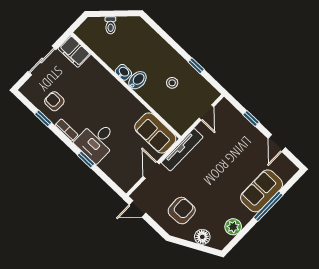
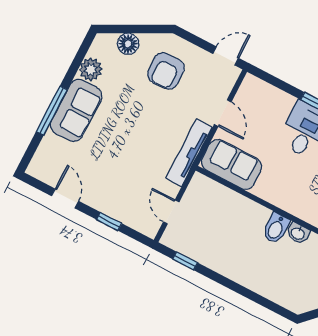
window: (196, 66) -> (185, 261), moved
stool: (172, 83) -> (229, 238), removed
sofa: (262, 191) -> (76, 110), moved

